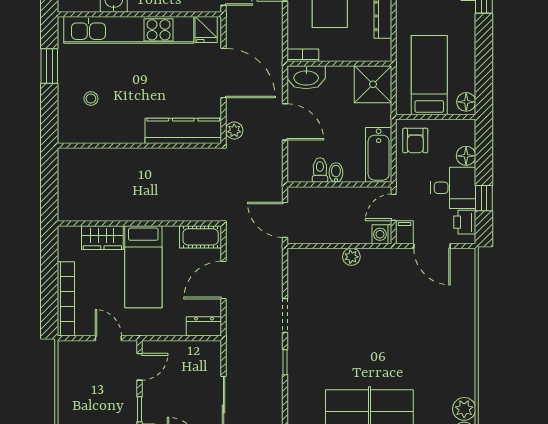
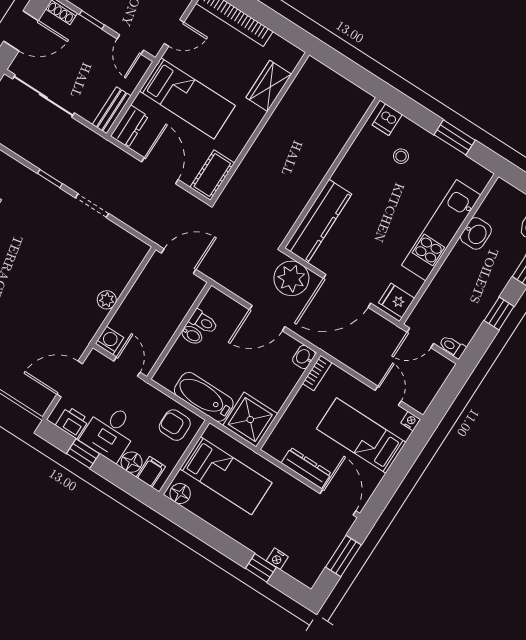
kitchen unit: (129, 30) -> (441, 230), width x0.73
washbasin: (306, 77) -> (304, 357), width x0.52, depth x0.69
dishwasher: (69, 128) -> (387, 120), added
plant: (234, 130) -> (291, 278), width x1.88, depth x1.88
bathtub: (379, 155) -> (204, 397), moved
filing cabinet: (404, 232) -> (151, 472), moved, turned -90
bed: (143, 267) -> (187, 98), moved, turned 180
bench: (200, 348) -> (112, 110), added

